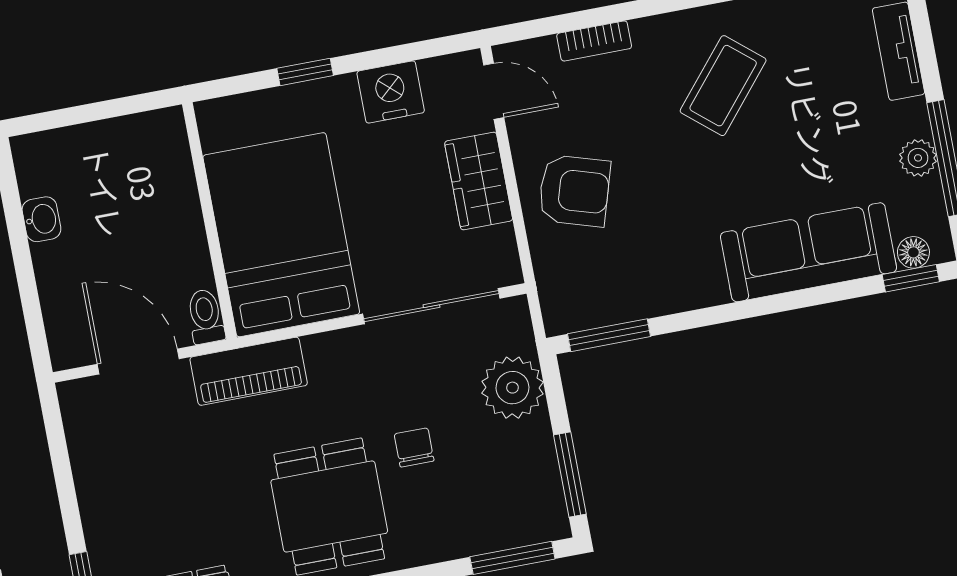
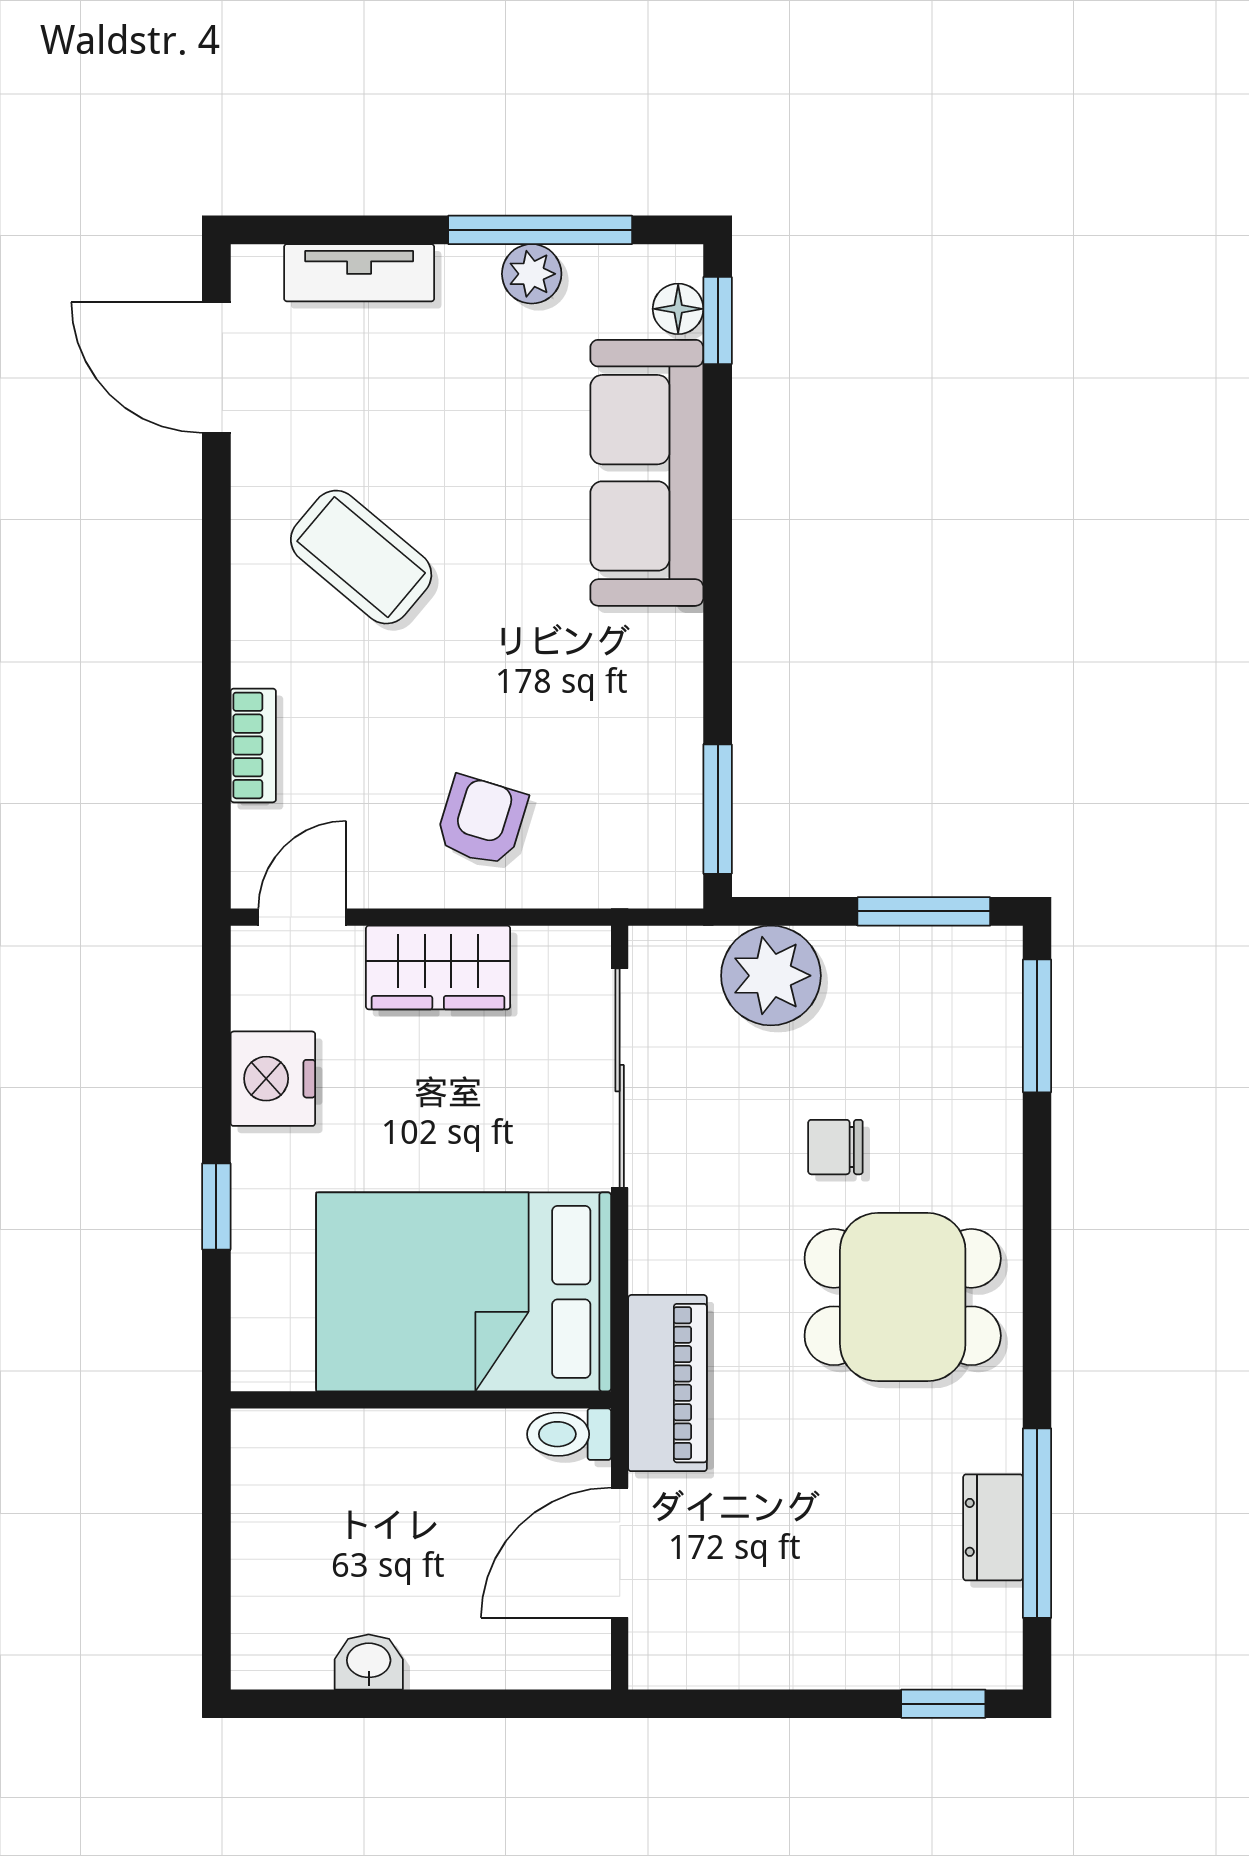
armchair: (574, 191) -> (481, 821), width x0.72, depth x0.72

